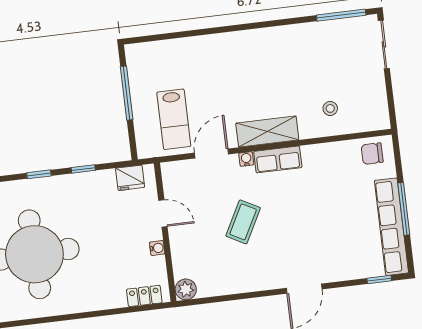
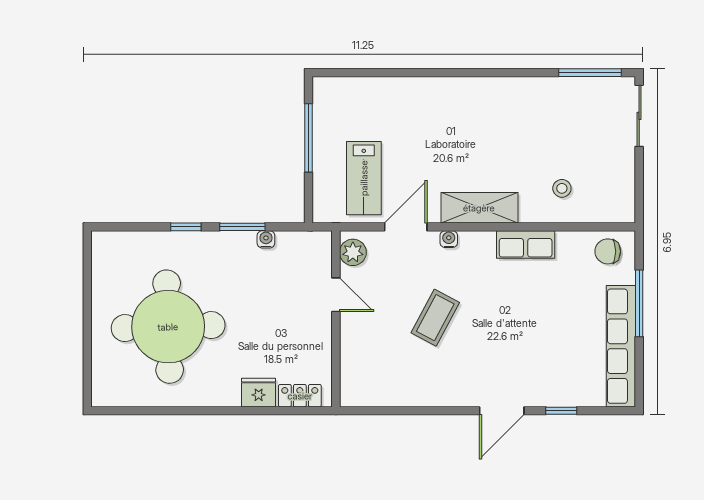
row of seats: (278, 159) -> (526, 244), moved
window: (83, 169) -> (242, 227), width x1.50
fridge: (130, 178) -> (259, 393), moved, turned 180
window: (404, 209) -> (639, 303), moved
water cooler: (157, 248) -> (266, 239), moved, turned -90
window: (379, 280) -> (561, 411), moved
plant: (186, 289) -> (353, 252), moved

